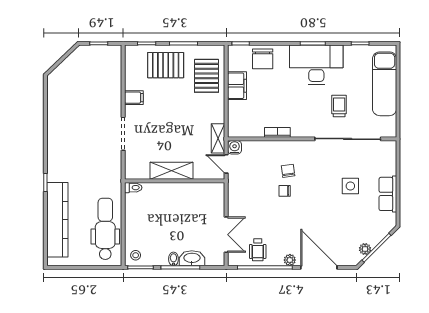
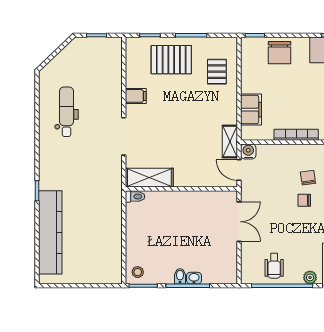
pallet: (206, 76) -> (217, 72), width x0.67, depth x0.71
filing cabinet: (237, 86) -> (251, 110), moved
bookcase: (277, 132) -> (296, 135), width x1.56
shelving: (172, 171) -> (149, 178), moved
dental chair: (105, 229) -> (66, 112), moved, width x0.73, depth x0.72
double door: (226, 235) -> (239, 222), moved
washbasin: (192, 258) -> (194, 278), width x0.52, depth x0.69

